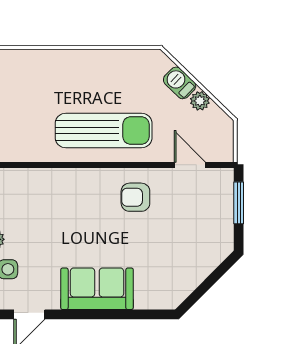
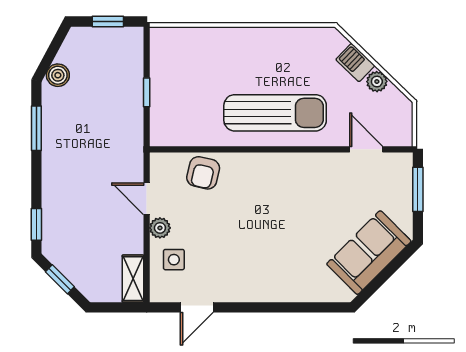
armchair: (135, 197) -> (203, 173), moved, turned -77
sofa: (97, 289) -> (369, 253), moved, turned -45

